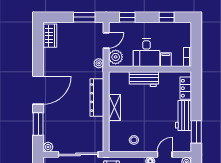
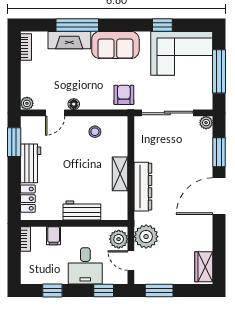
door: (106, 40) -> (131, 261), hinge flipped
desk: (146, 53) -> (85, 266), moved, turned 180
plant: (99, 63) -> (146, 237), width x1.88, depth x1.88

